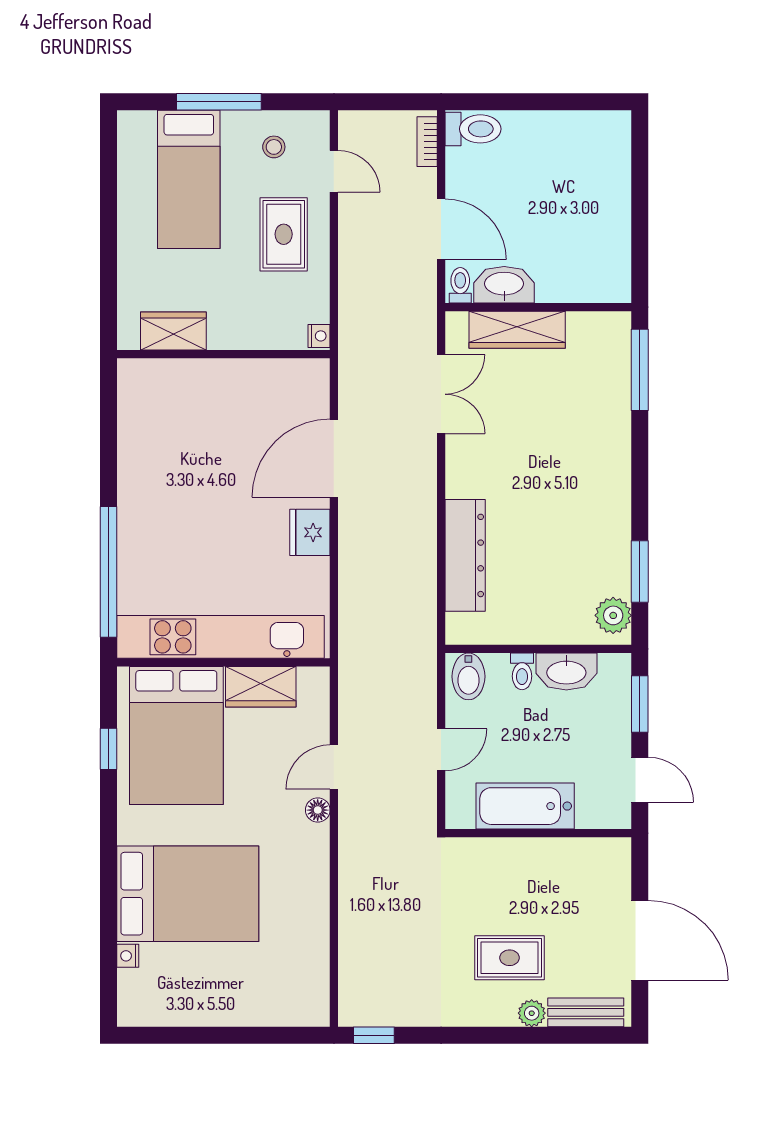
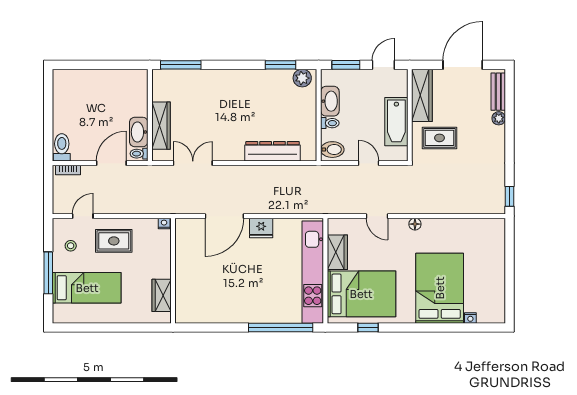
door: (334, 458) -> (224, 216), hinge flipped
floor lamp: (318, 810) -> (415, 224), moved
wardrobe: (578, 858) -> (422, 95), added
rug: (510, 958) -> (439, 138), moved, turned 90

